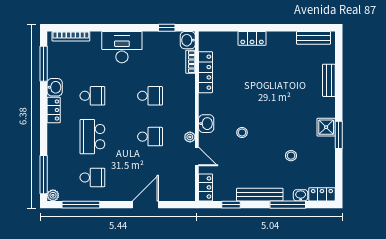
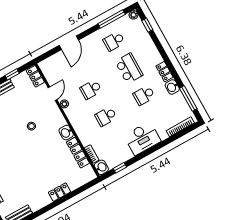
washbasin: (206, 124) -> (66, 133), moved
door: (197, 157) -> (52, 94), swing flipped
window: (44, 175) -> (147, 25), width x0.46

